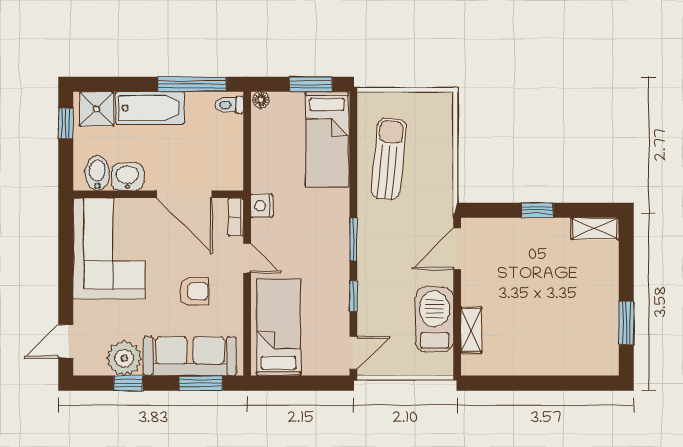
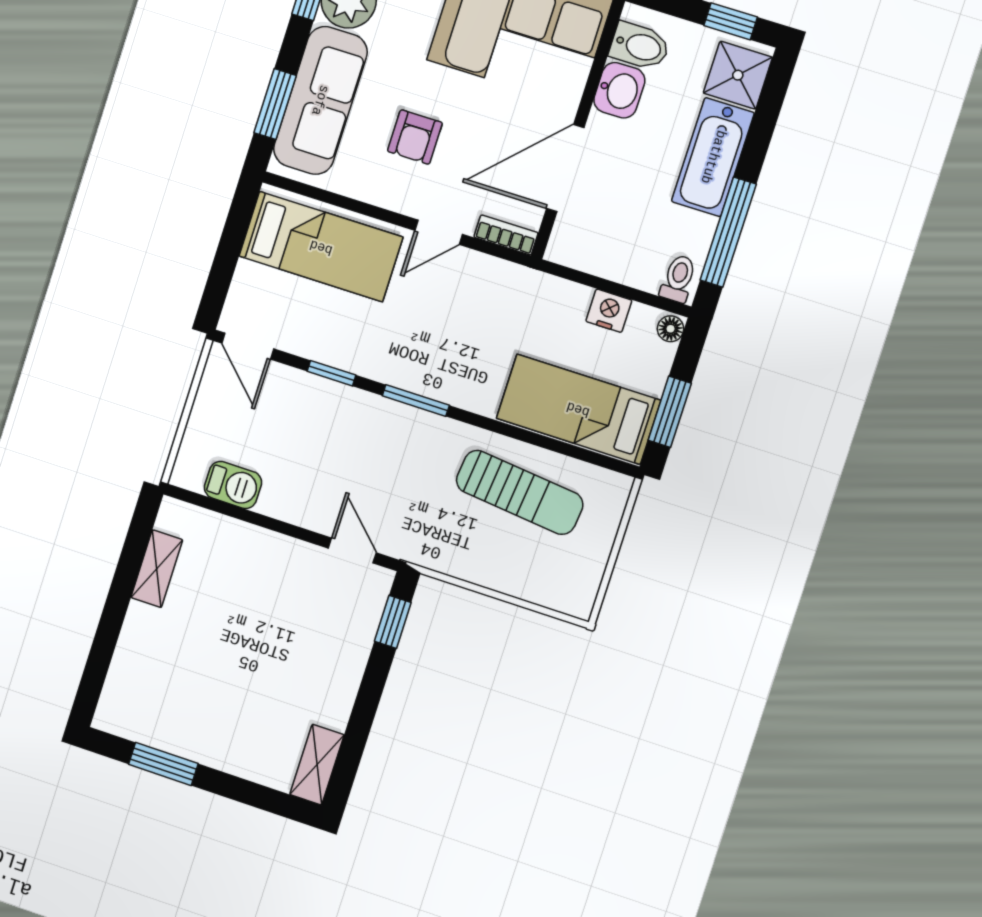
nightstand: (262, 206) -> (609, 311), moved
window: (538, 210) -> (393, 622), moved
door: (457, 249) -> (352, 550), width x0.73
barbecue: (435, 319) -> (233, 485), width x0.53, depth x0.65
shelving: (471, 330) -> (157, 569), moved, turned 90

